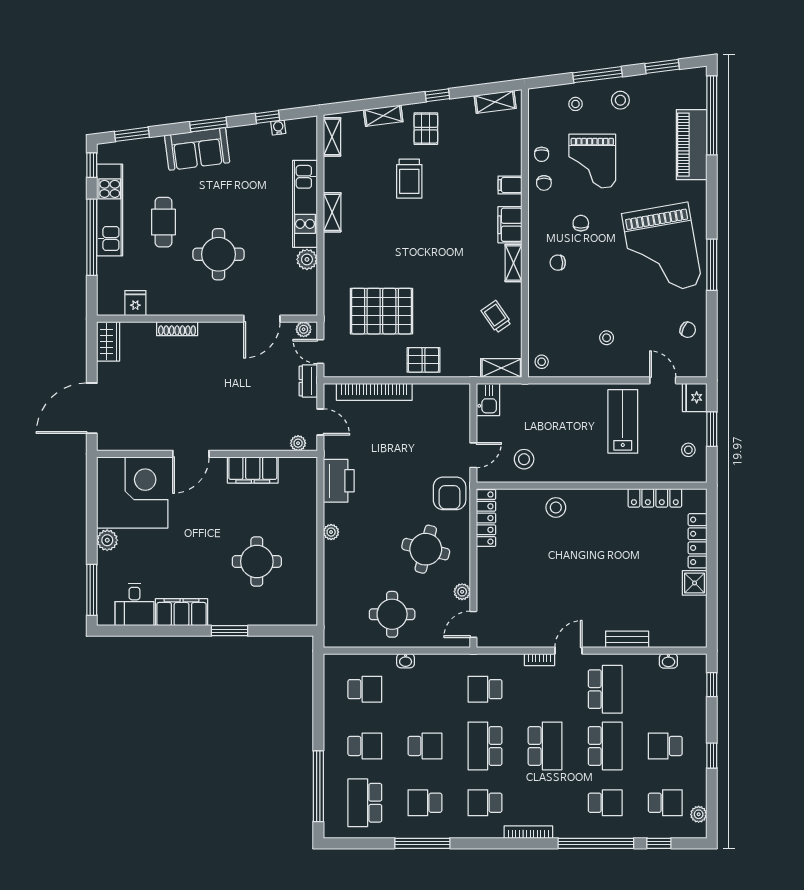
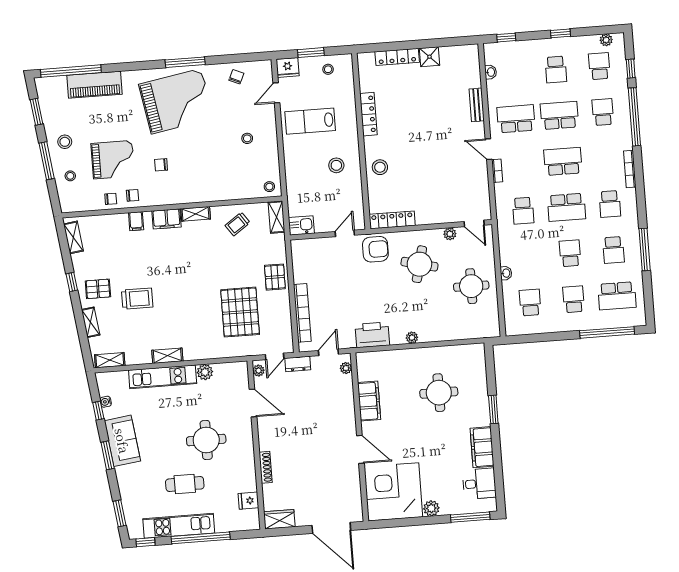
sofa: (197, 149) -> (122, 441), moved
chair: (558, 263) -> (193, 180), removed
door: (473, 455) -> (345, 233), hinge flipped
stool: (524, 459) -> (336, 165), moved
locker: (655, 498) -> (368, 114), moved

